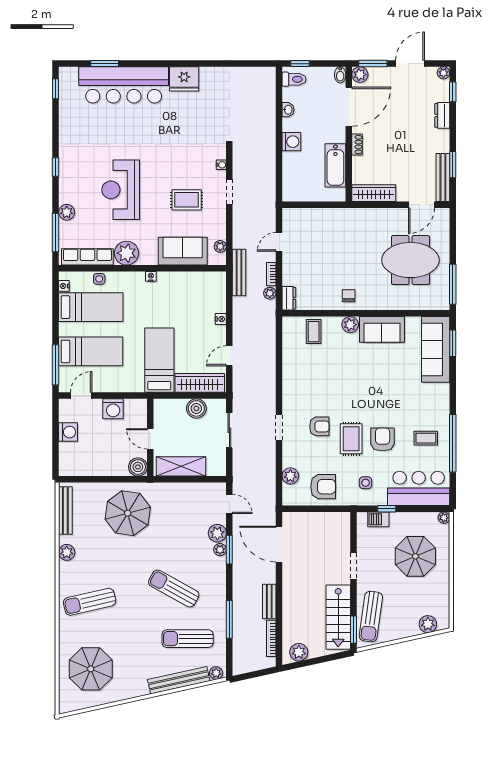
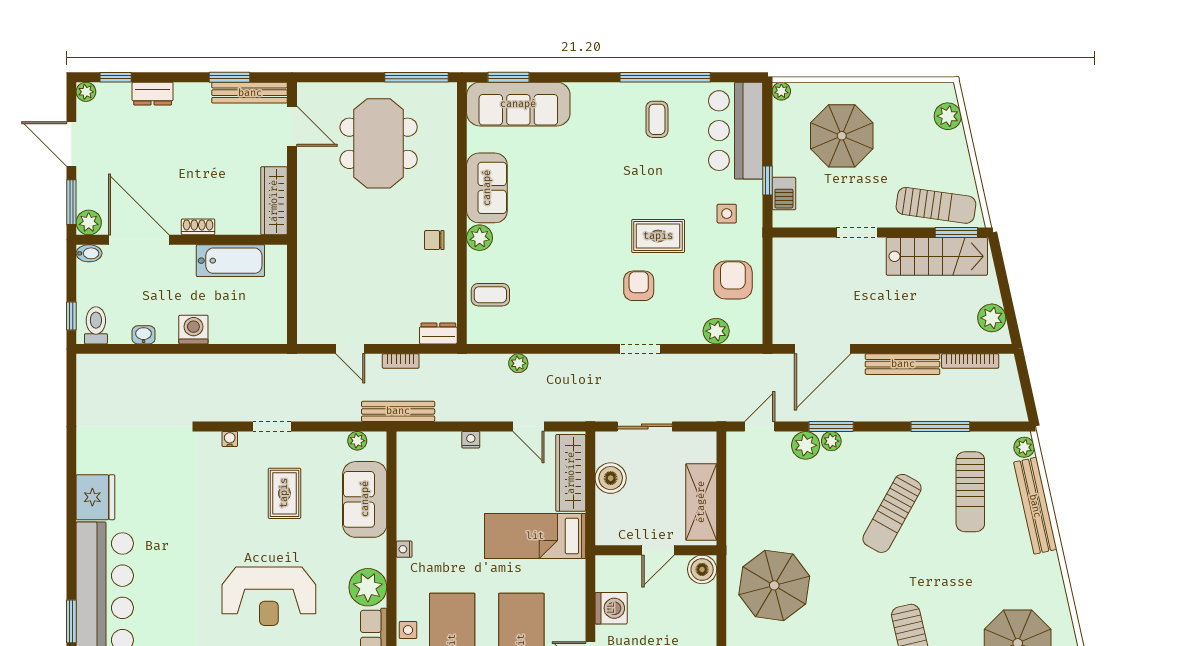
plant: (270, 293) -> (518, 363), moved
armchair: (383, 439) -> (659, 187), removed
bench: (269, 602) -> (903, 364), width x1.36

